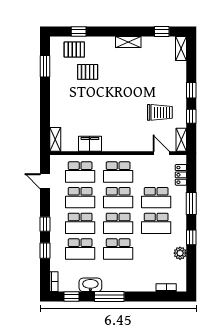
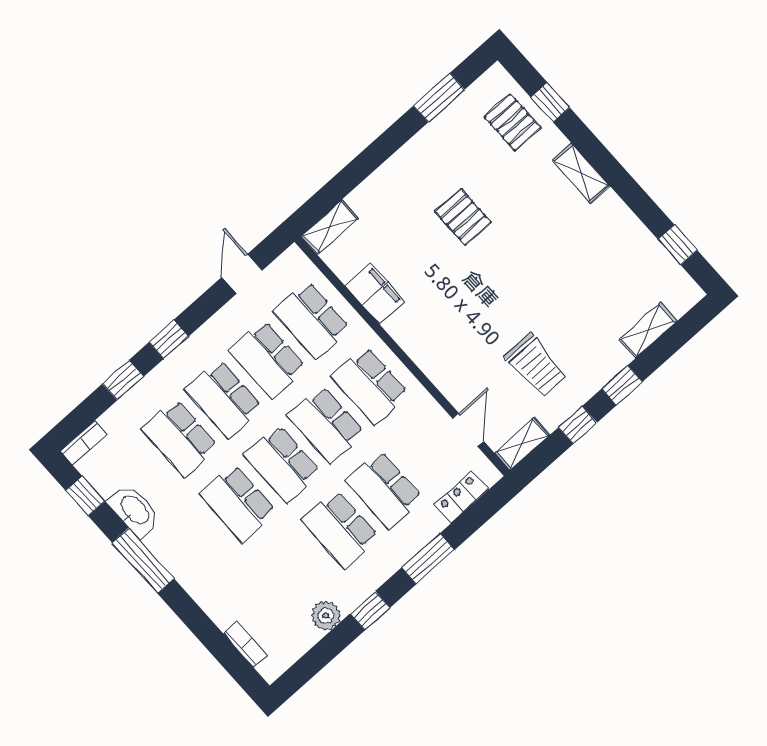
shelving: (128, 42) -> (581, 173), moved
shelving: (181, 49) -> (648, 330), moved
pallet: (88, 72) -> (463, 217), moved

